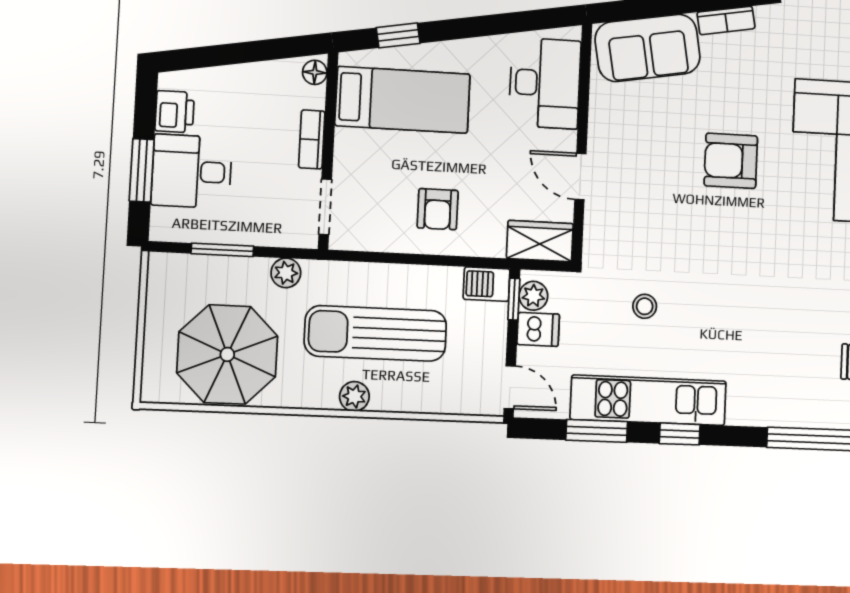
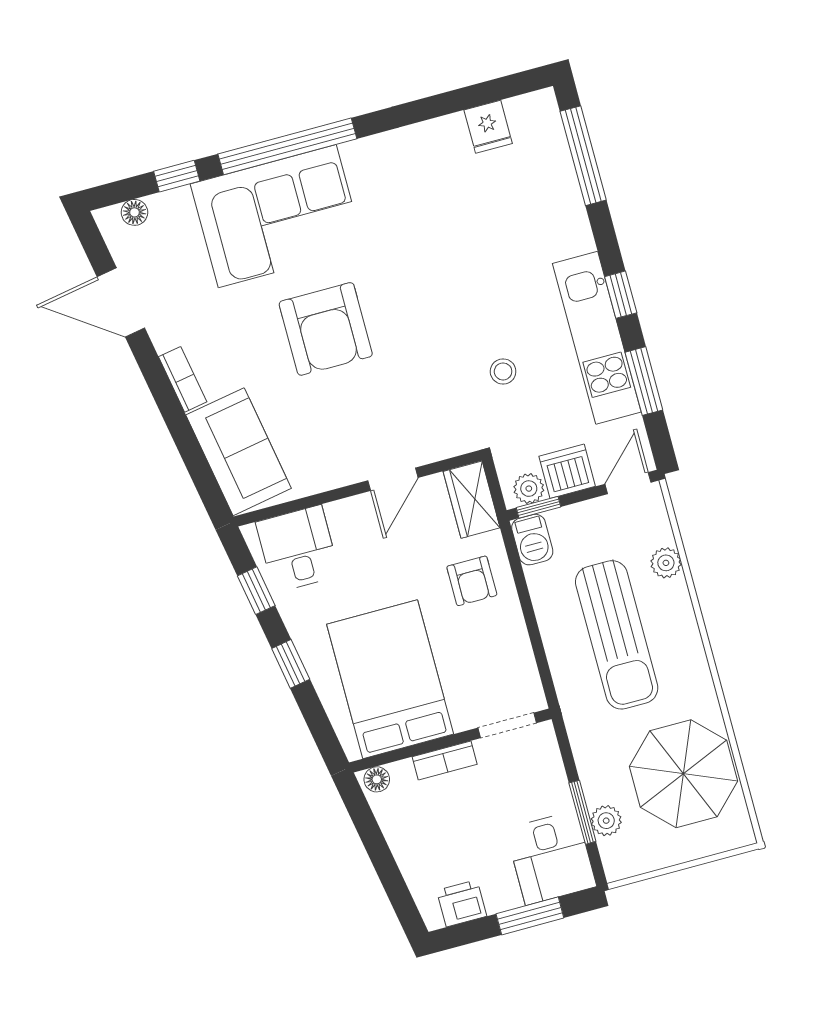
window: (520, 22) -> (256, 591), added
window: (398, 35) -> (291, 664), moved
desk: (545, 83) -> (298, 549), width x0.73
bed: (403, 100) -> (390, 679), width x1.50
armchair: (731, 161) -> (326, 329), width x1.36, depth x1.36
desk: (192, 171) -> (551, 858), moved
armchair: (438, 209) -> (472, 581), moved, turned 90
plant: (286, 273) -> (606, 821), moved
dishwasher: (538, 329) -> (567, 471), width x1.38
plant: (354, 396) -> (666, 563), moved

